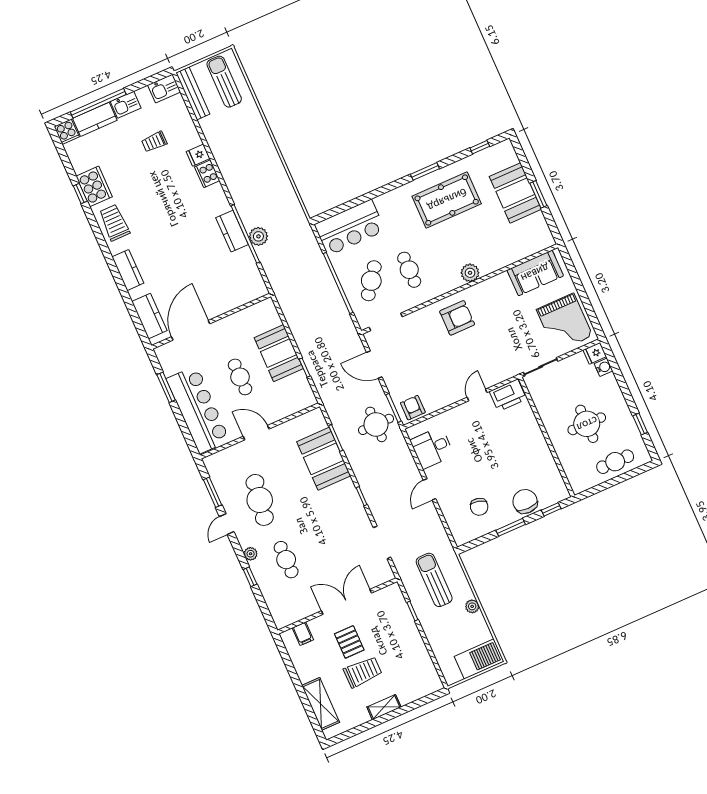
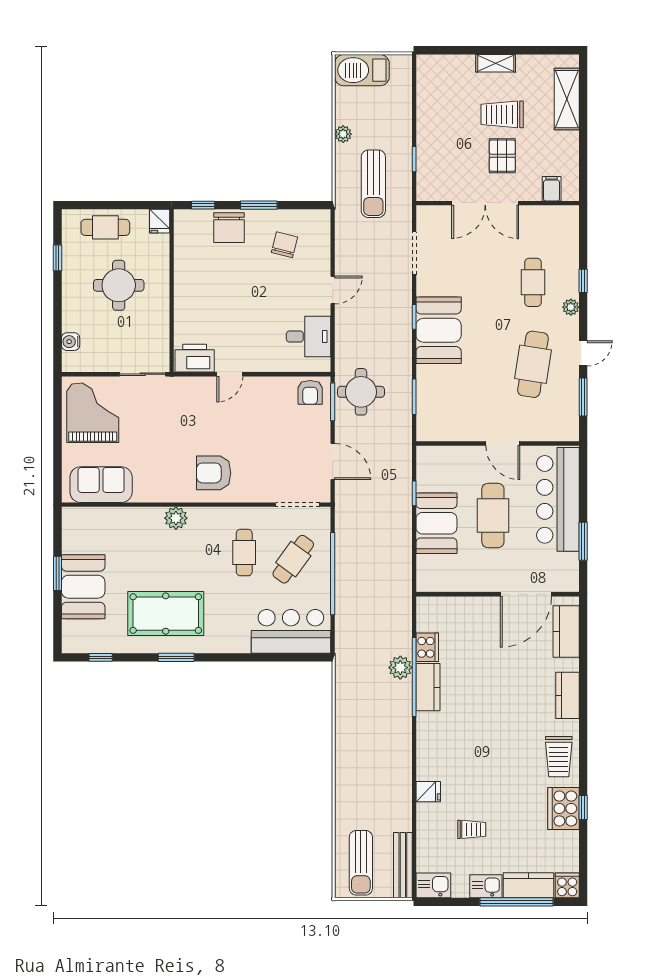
cooker: (207, 174) -> (427, 647), moved
fridge: (595, 353) -> (160, 221), moved, turned 90
cafe table: (240, 377) -> (493, 515), width x1.37, depth x1.35
booth: (324, 459) -> (439, 330), moved

